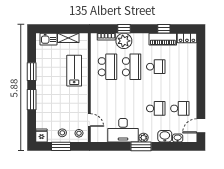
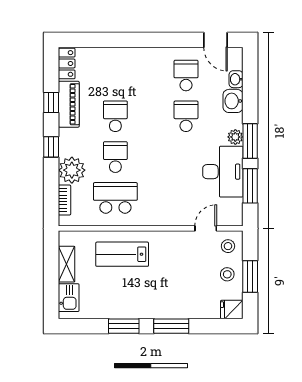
window: (124, 29) -> (51, 147), moved
school desk: (132, 67) -> (115, 157), width x0.54
window: (115, 146) -> (250, 186), added

